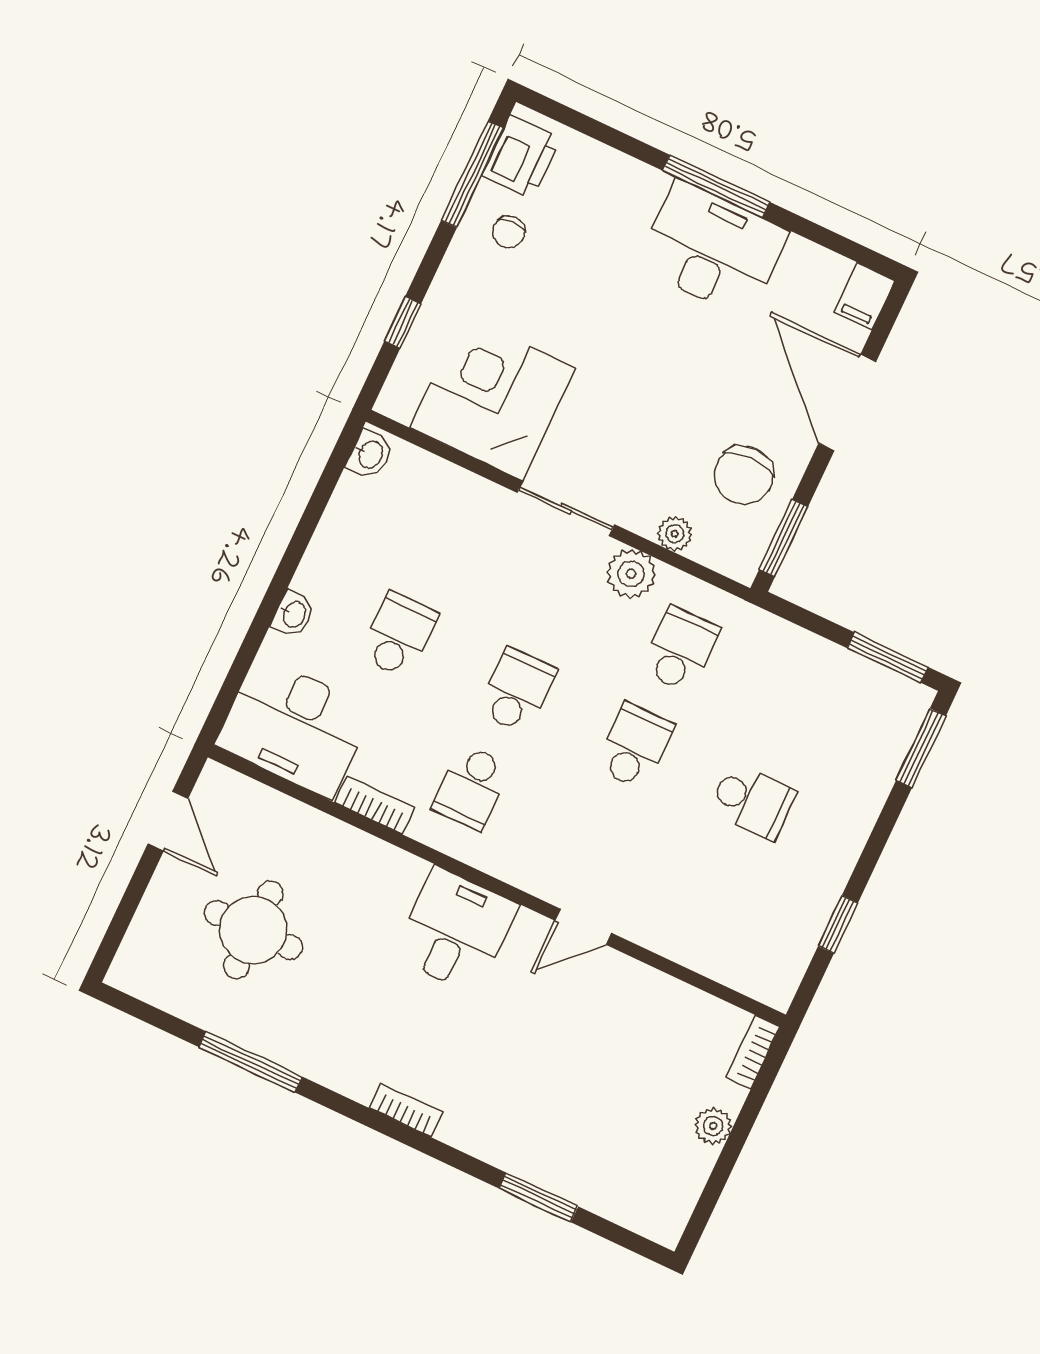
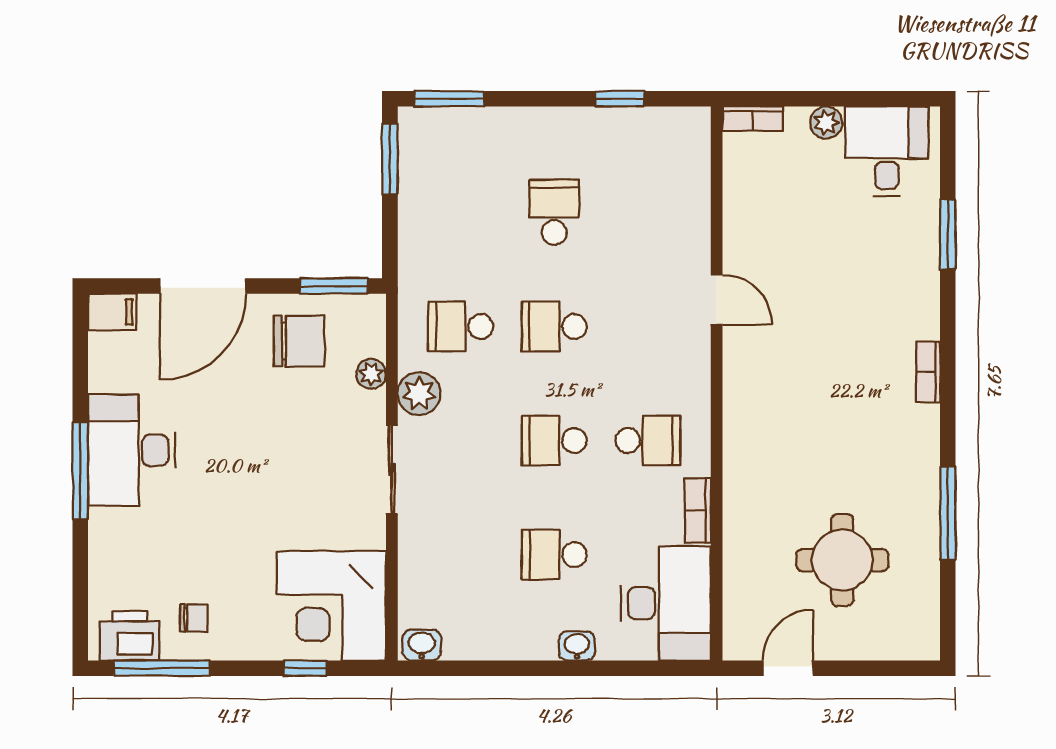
corner desk: (492, 398) -> (331, 606), moved
desk: (455, 930) -> (887, 151), moved, turned 90

